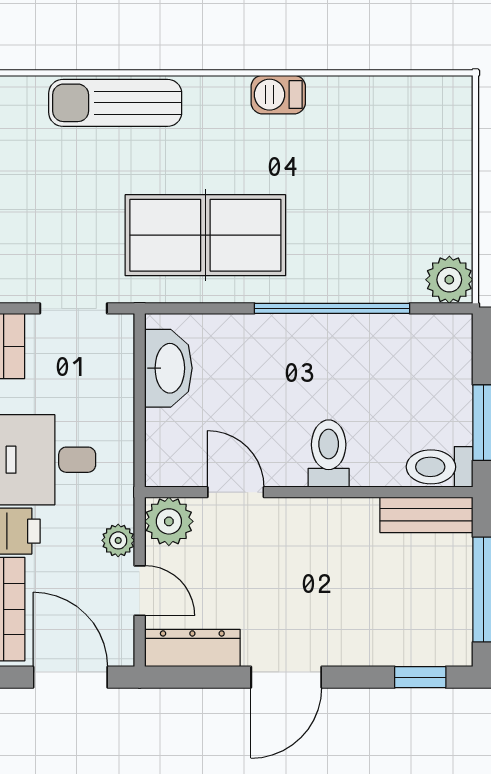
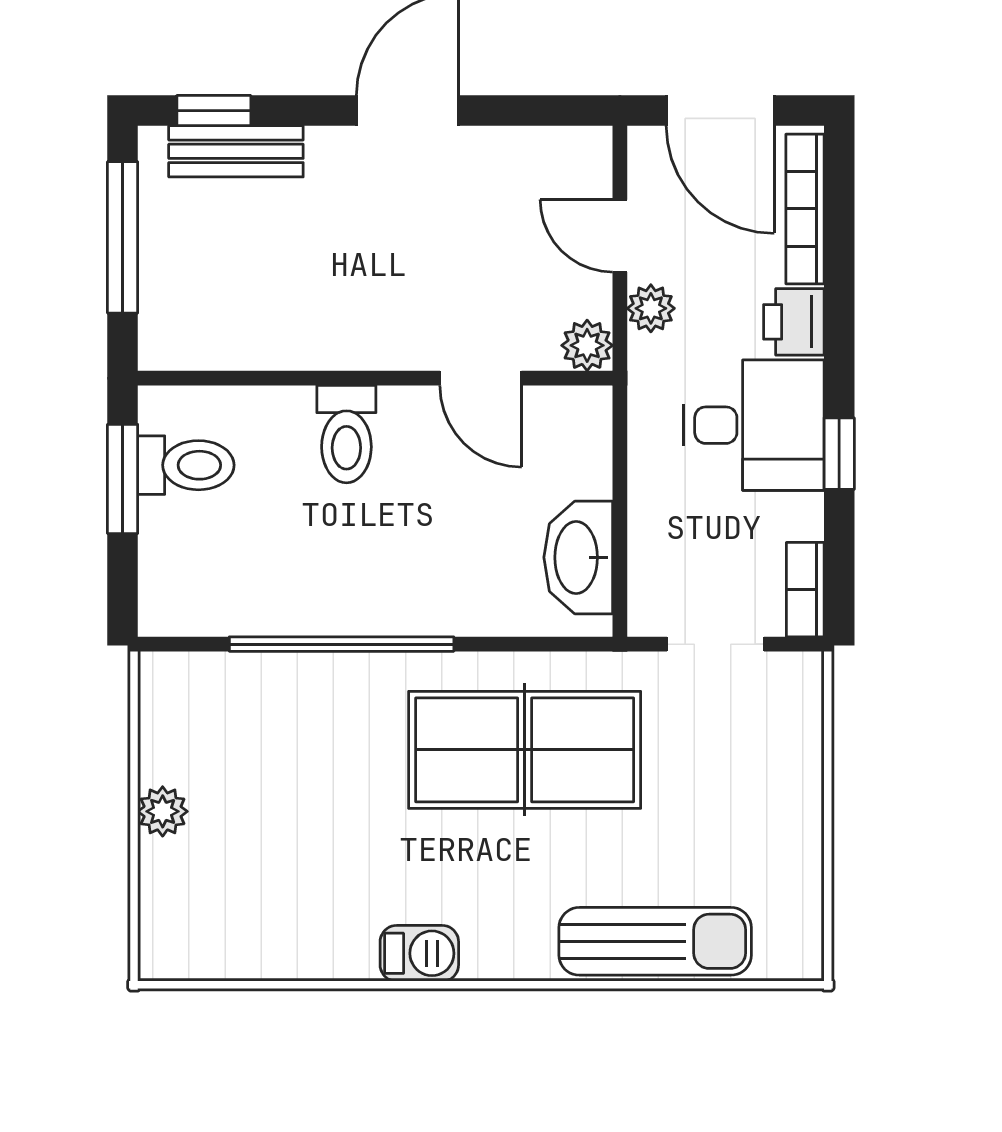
plant: (449, 280) -> (163, 811), moved, width x0.73, depth x0.73
toilet: (440, 467) -> (186, 465), moved
bench: (426, 515) -> (236, 151), moved
plant: (169, 521) -> (587, 345), width x0.73, depth x0.73
dresser: (192, 648) -> (544, 153), removed

